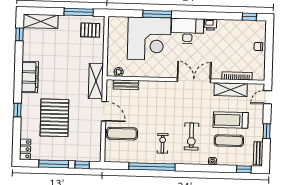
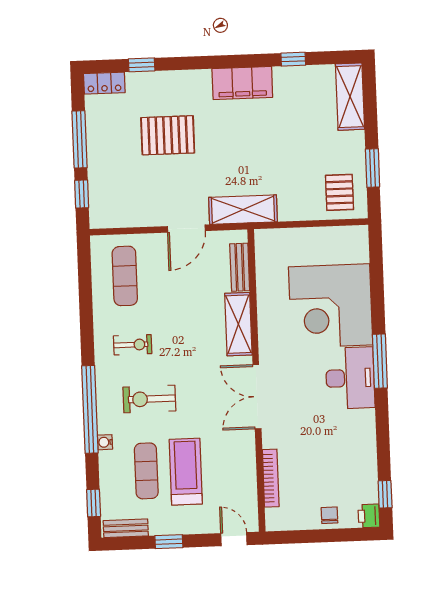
window: (79, 12) -> (373, 168), width x0.69
window: (157, 14) -> (380, 361), moved
printer: (211, 25) -> (369, 516), moved
window: (19, 34) -> (293, 59), moved
plant: (119, 72) -> (263, 252), removed
double door: (194, 80) -> (257, 397), swing flipped
shelving: (231, 90) -> (238, 324), moved
window: (17, 110) -> (142, 65), moved
pallet: (54, 118) -> (168, 135), width x0.73, depth x0.71
exercise mat: (122, 134) -> (125, 276), moved
window: (152, 167) -> (90, 409), moved

